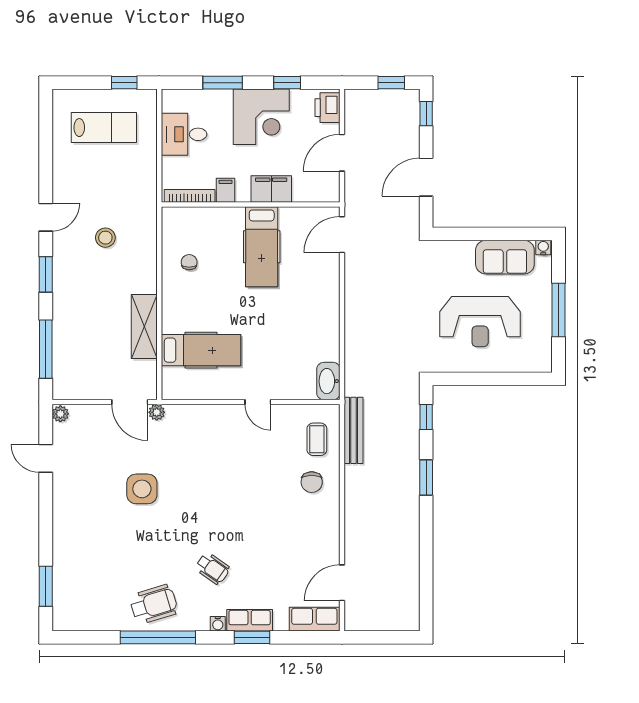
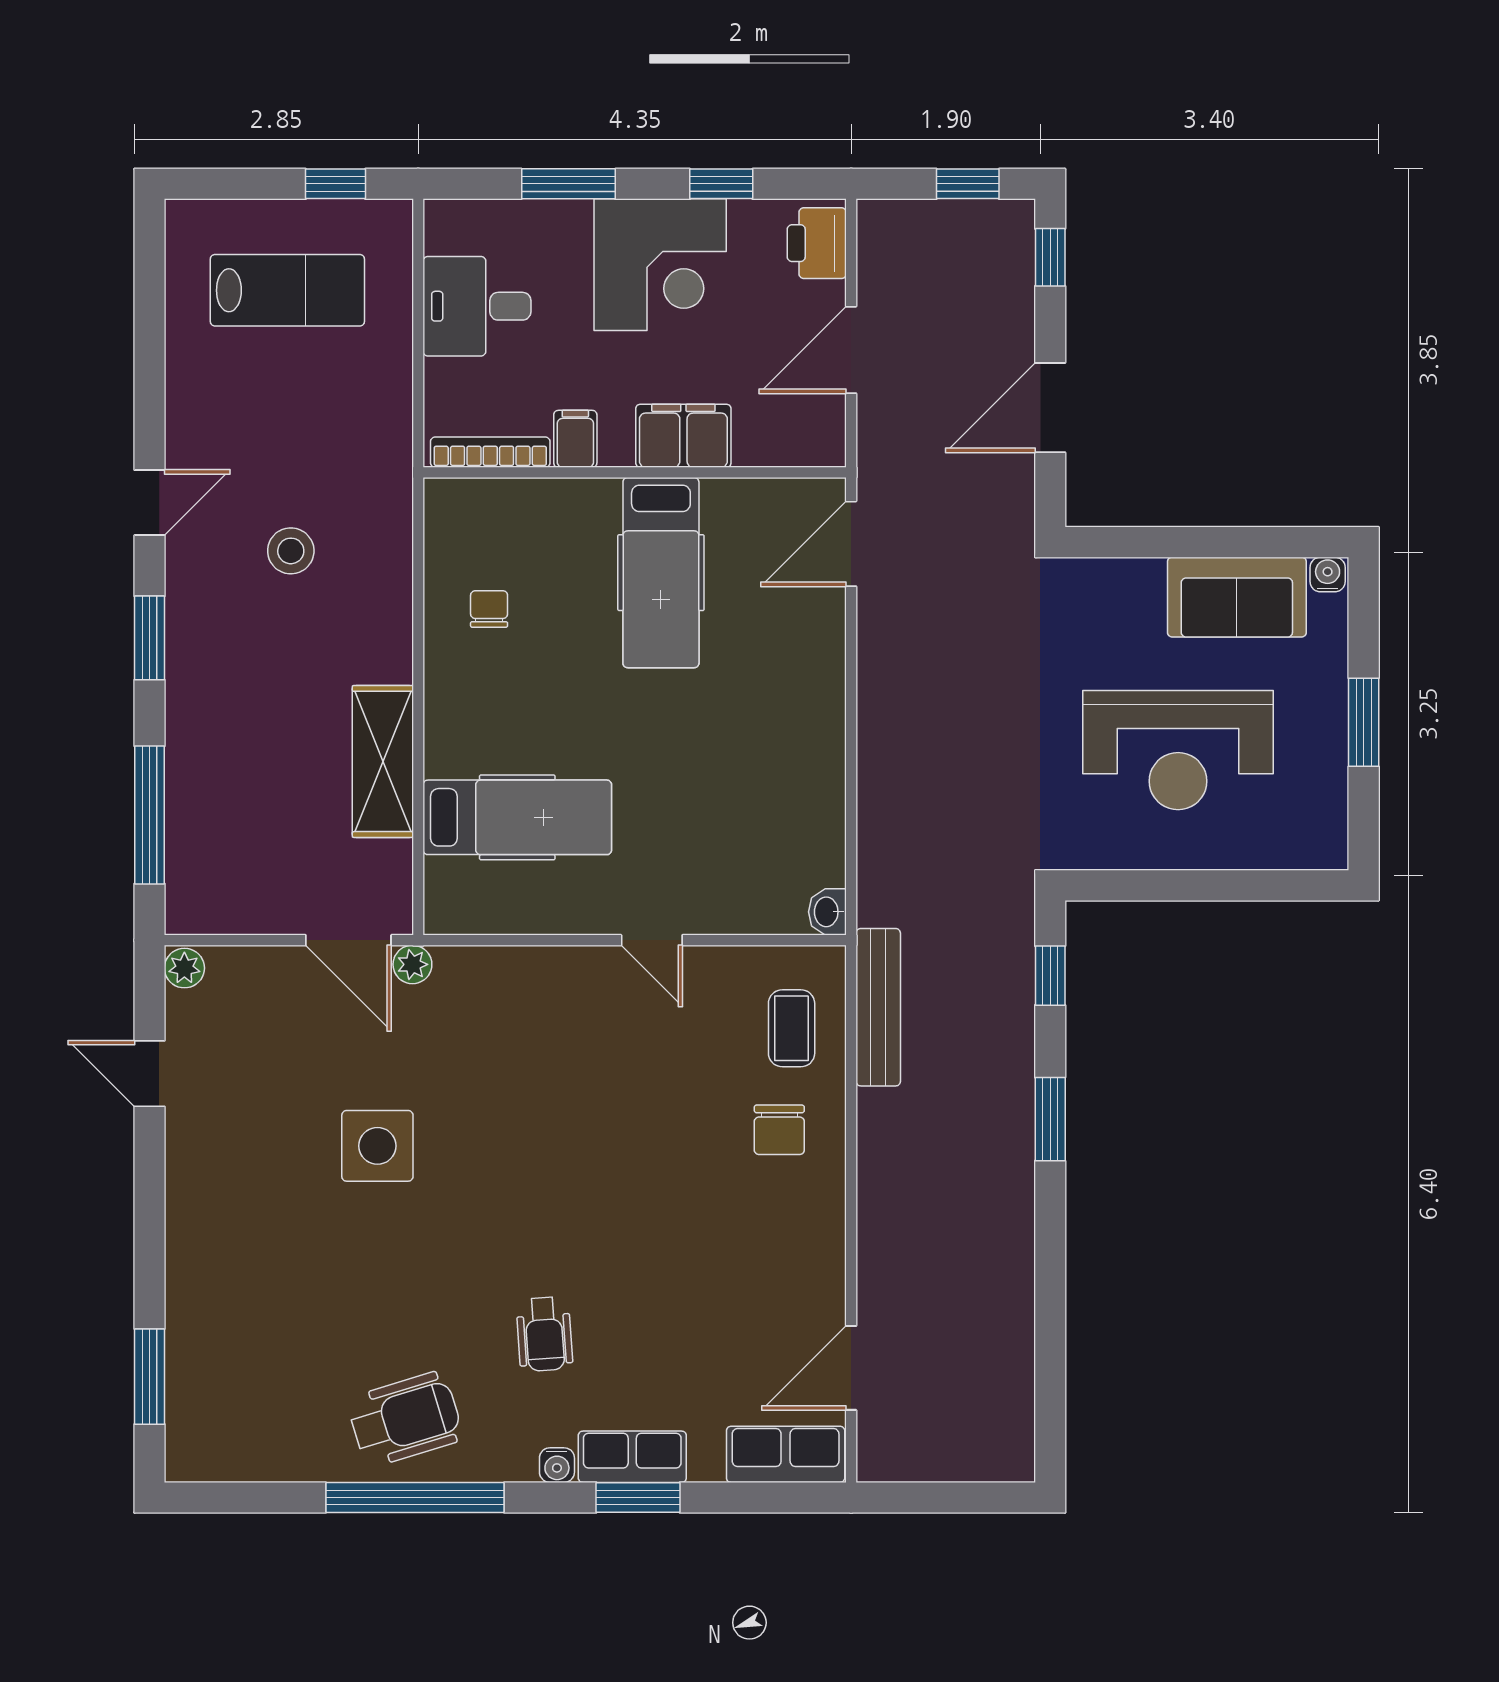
window: (558, 310) -> (1364, 722), width x0.69
washbasin: (328, 381) -> (827, 912), width x0.52, depth x0.69
wheelchair: (212, 568) -> (544, 1334), turned 51

